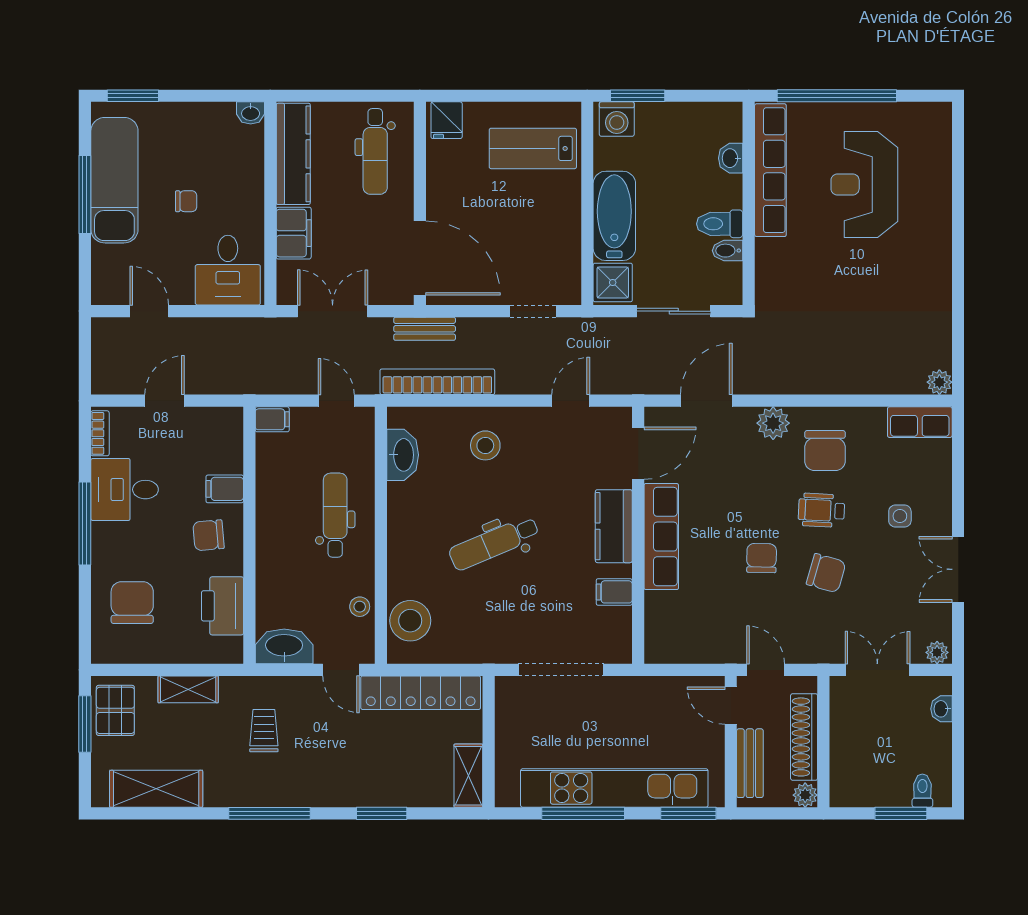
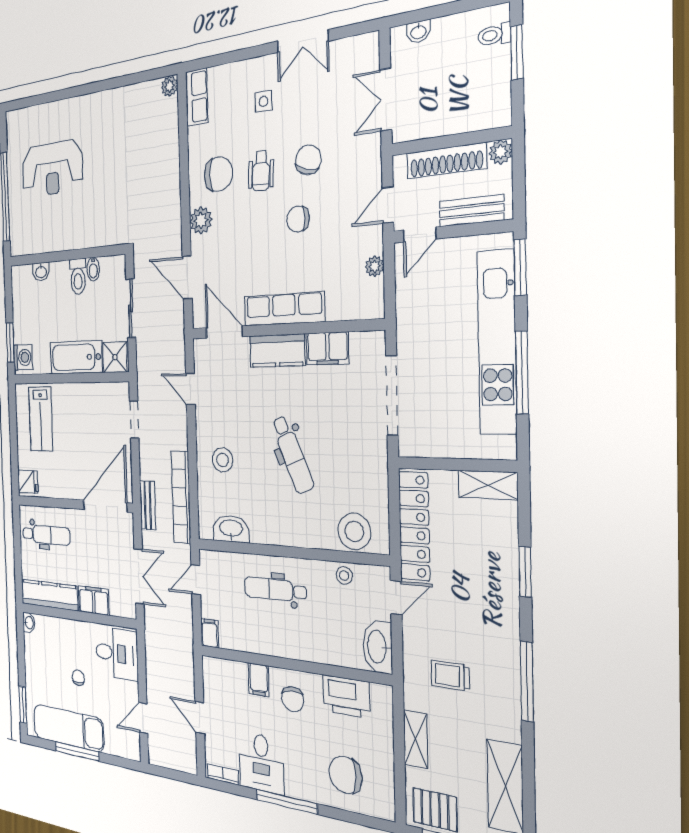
row of seats: (770, 170) -> (47, 241), removed
double door: (333, 311) -> (139, 576), swing flipped
filing cabinet: (614, 592) -> (327, 348), width x2.00
plant: (937, 652) -> (375, 266), moved

